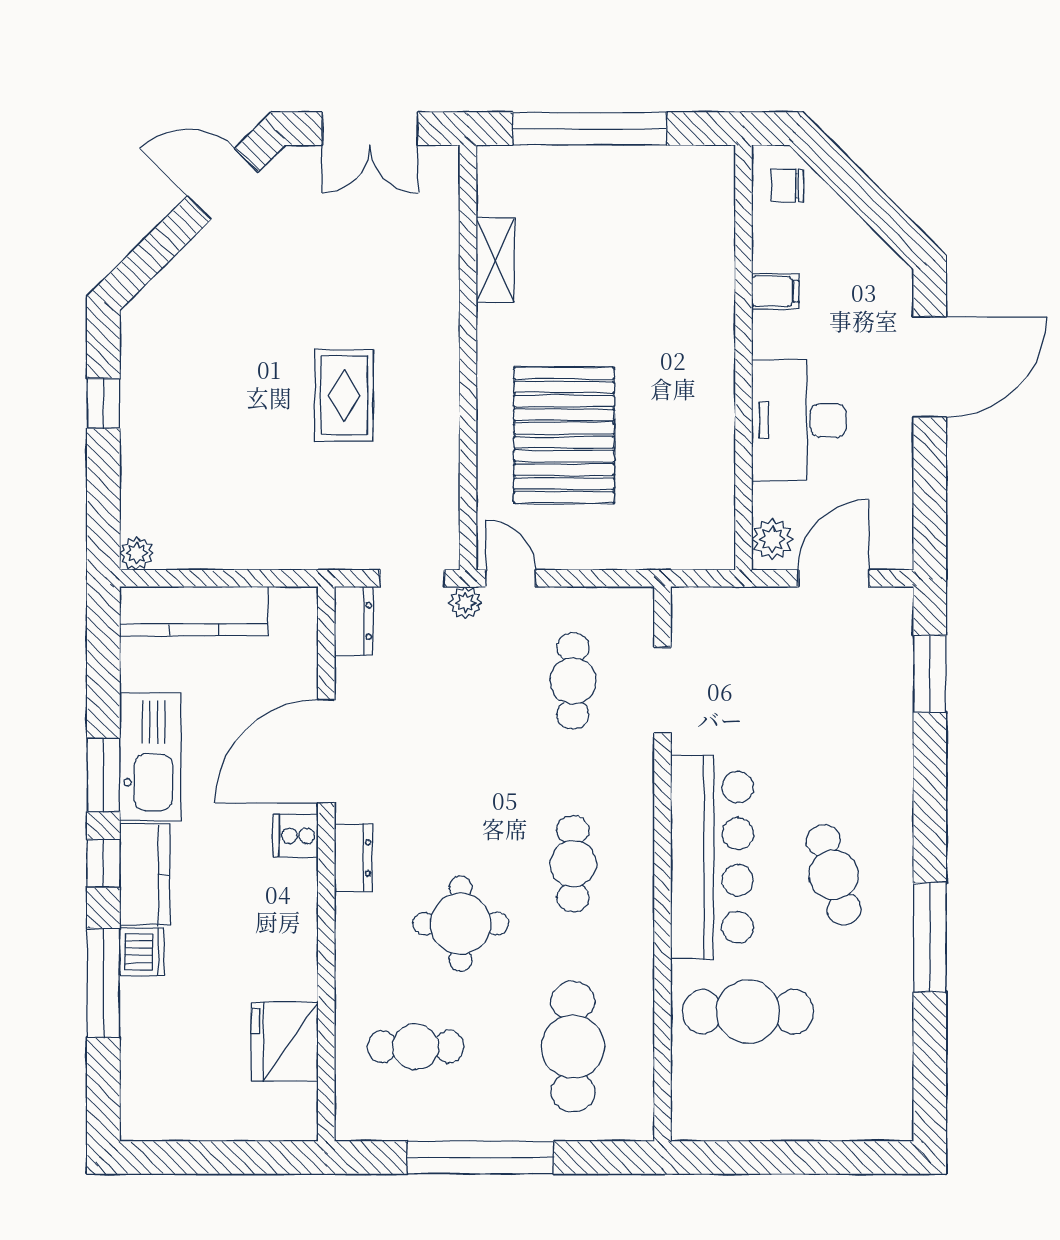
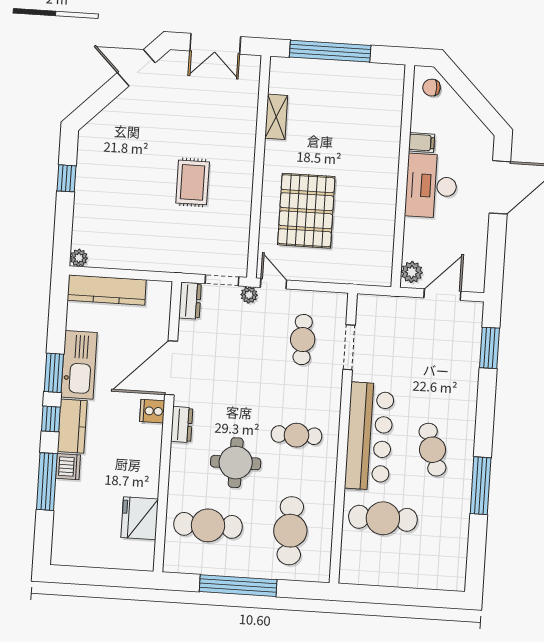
desk: (799, 420) -> (431, 186), moved
cafe table: (573, 864) -> (296, 435), turned 90
cafe table: (416, 1047) -> (208, 525), width x1.37, depth x1.35

